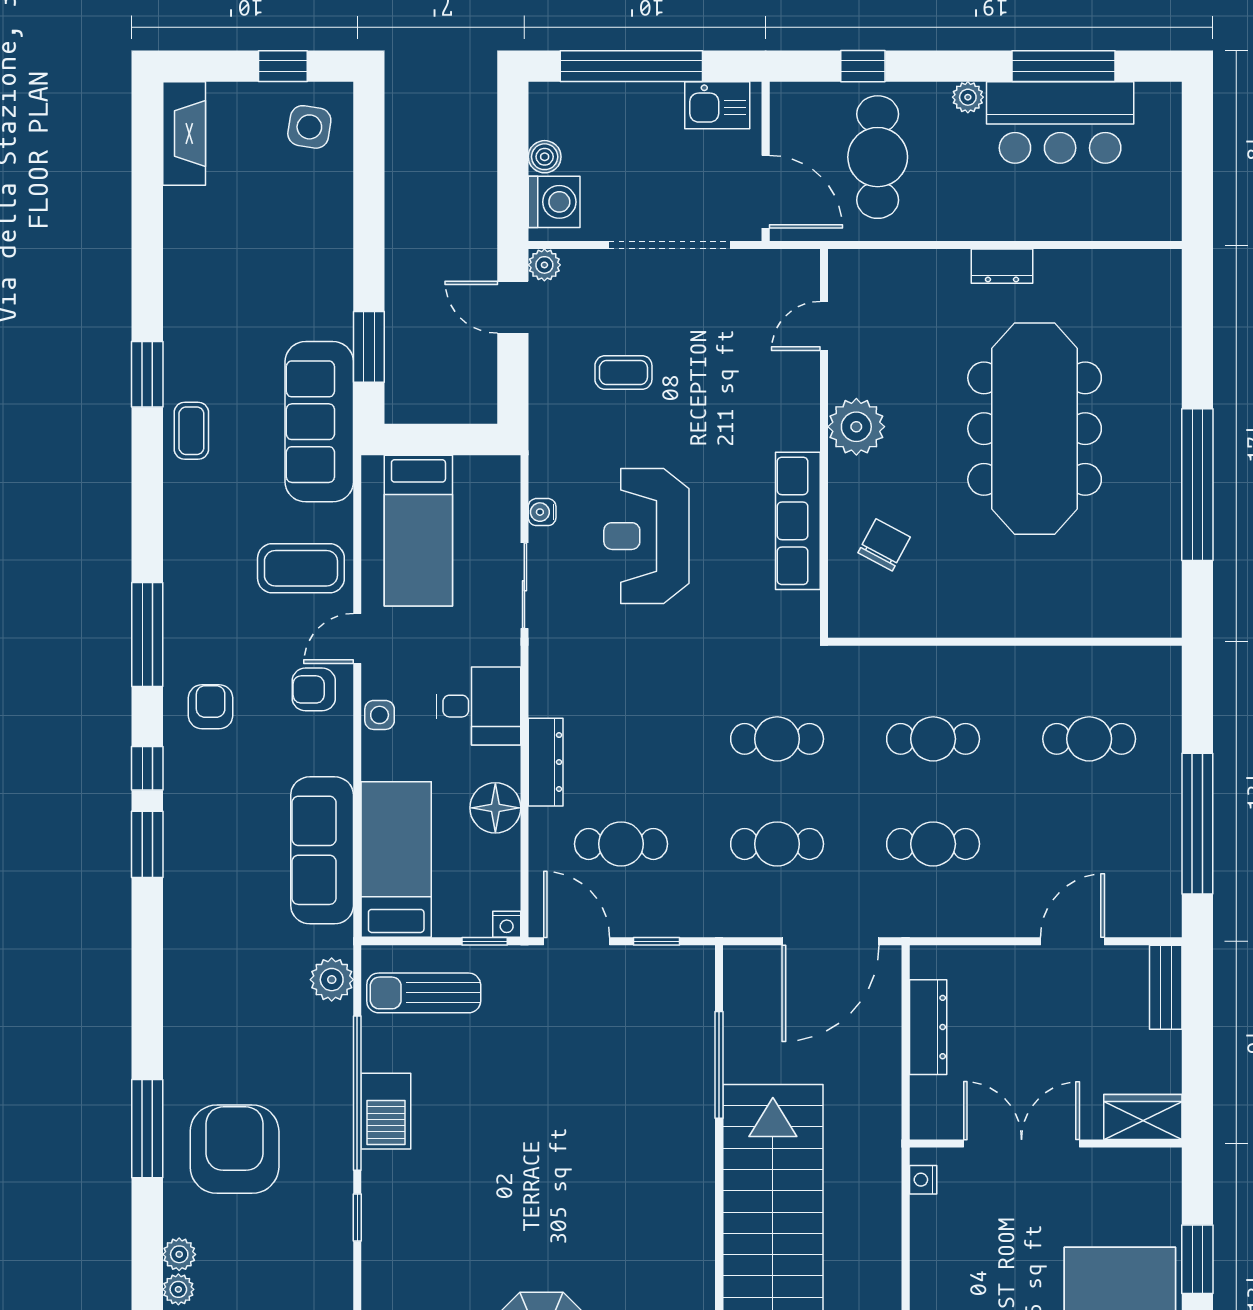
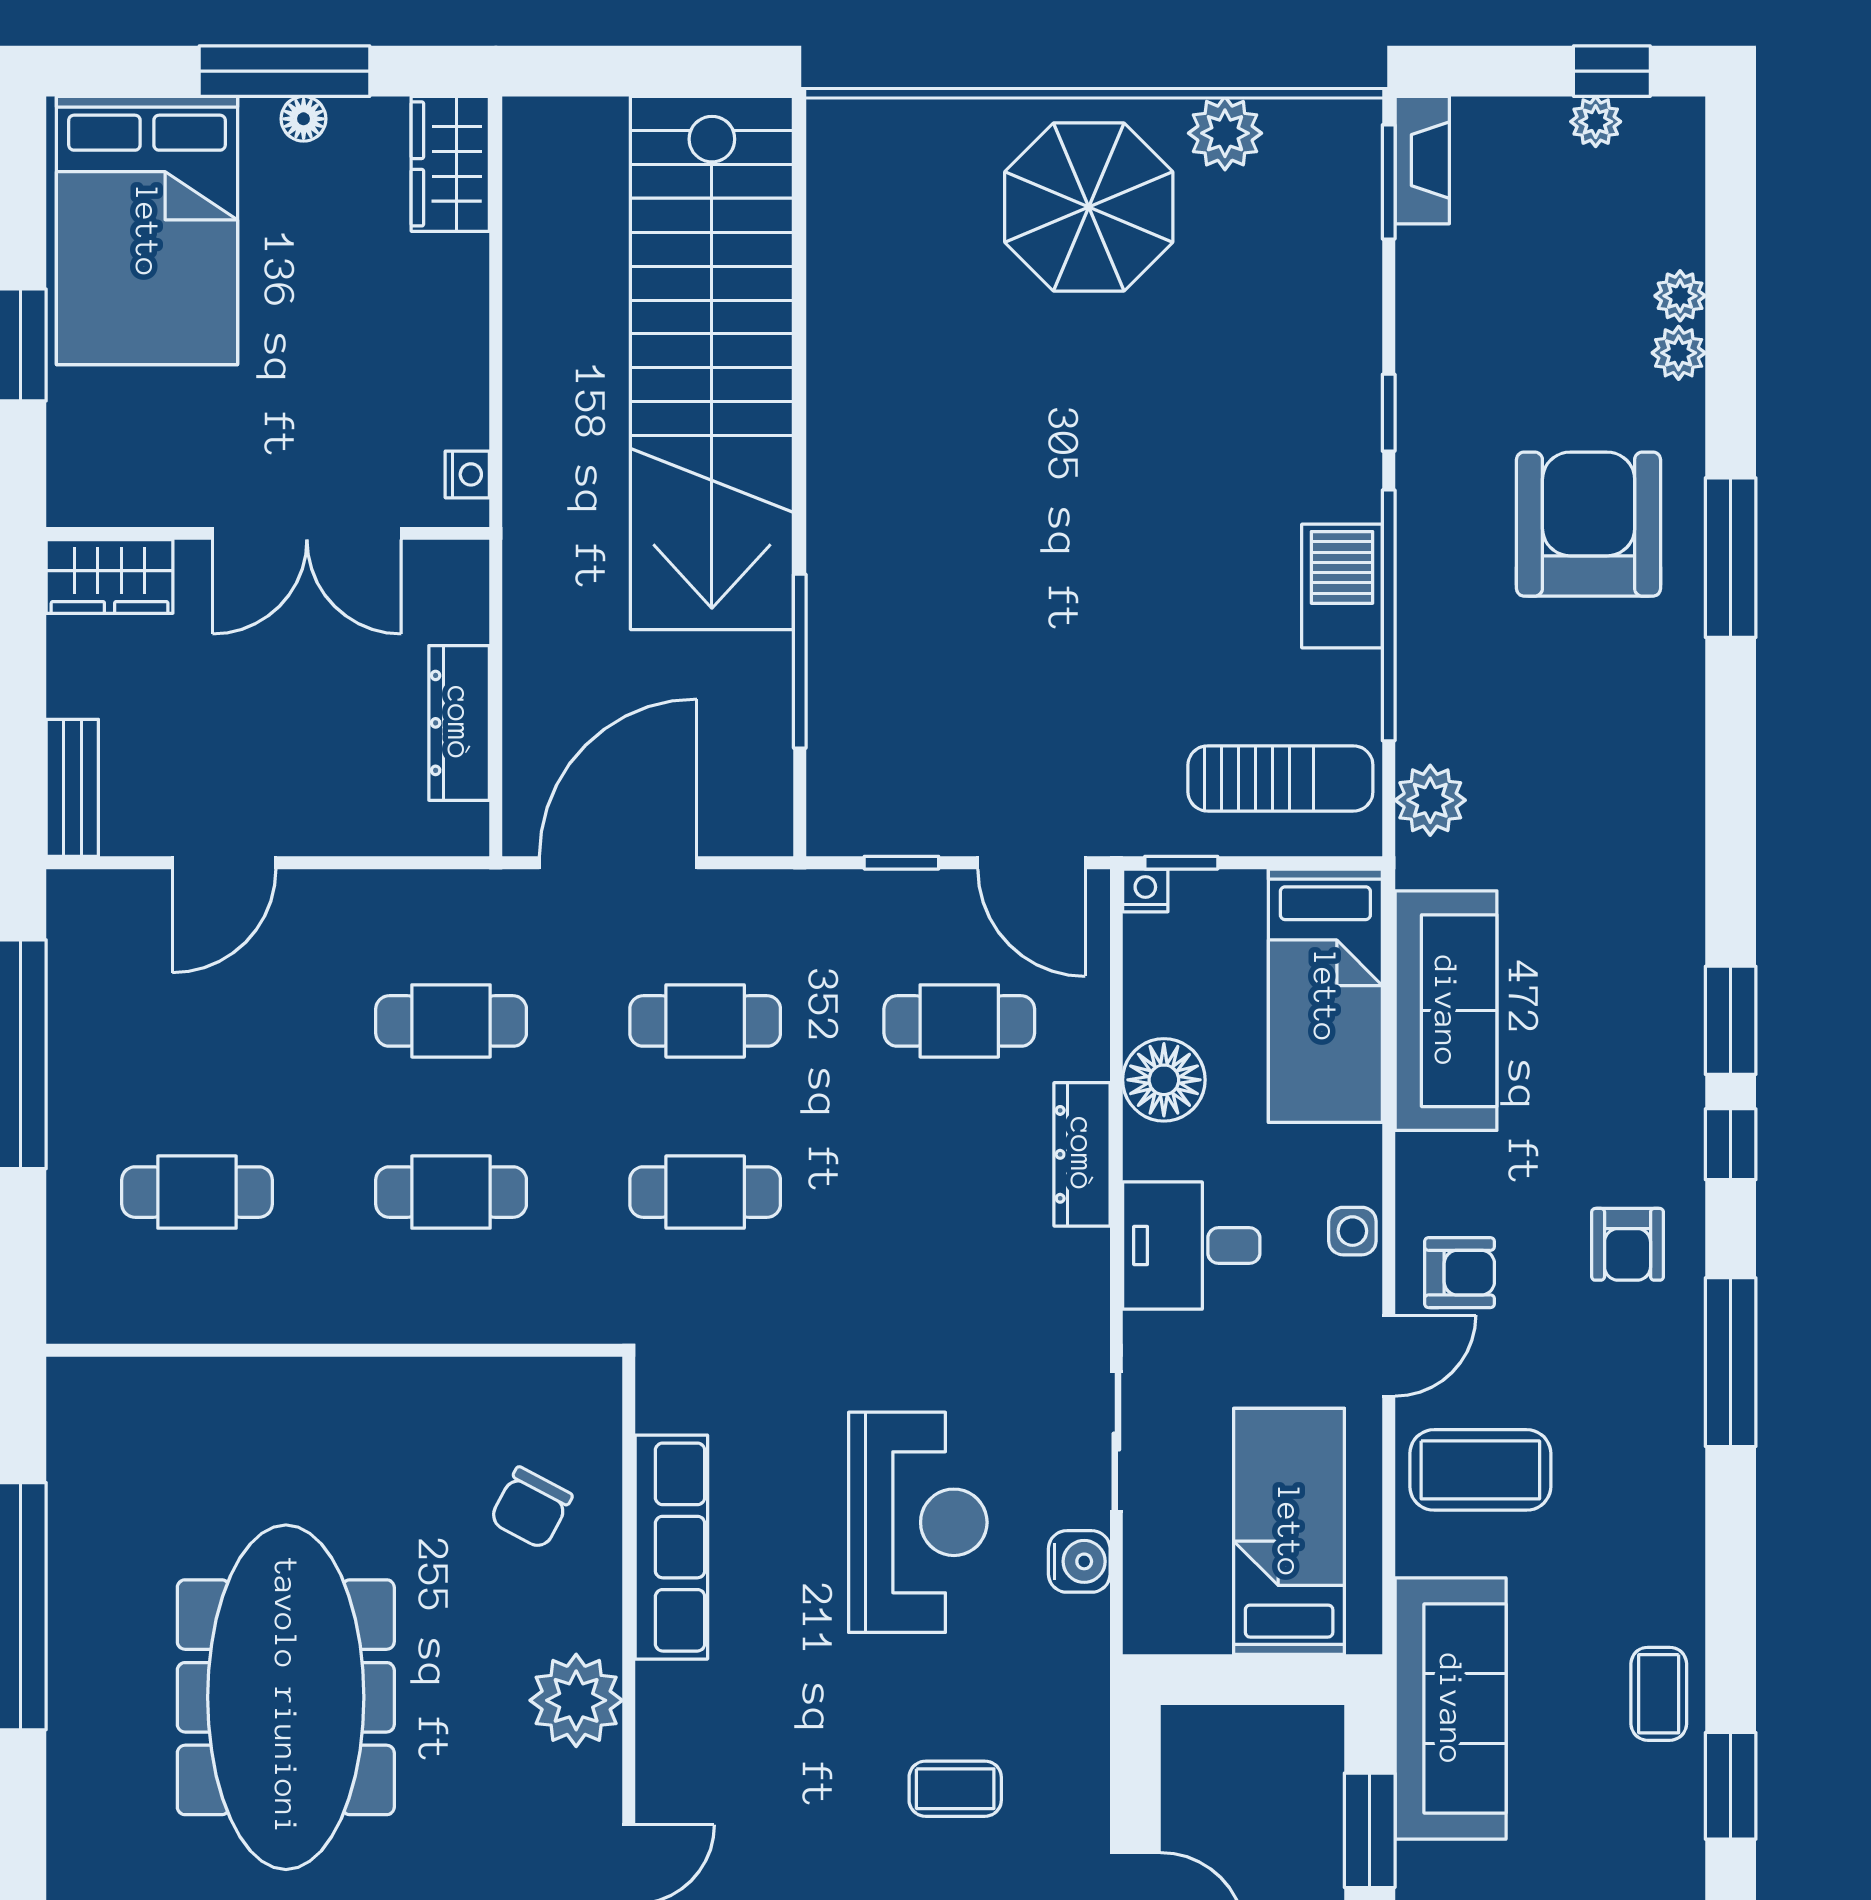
water cooler: (542, 512) -> (1079, 1561), width x1.38, depth x1.38
armchair: (235, 1149) -> (1589, 524), turned 180

